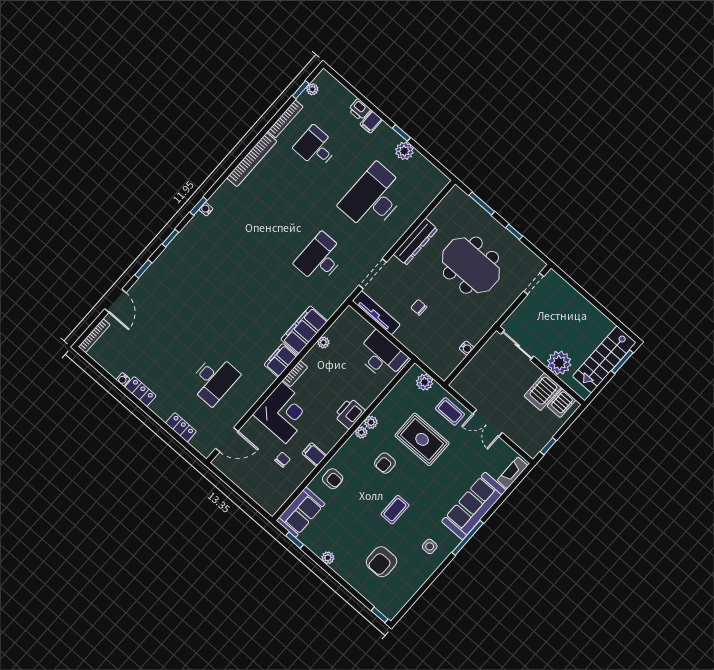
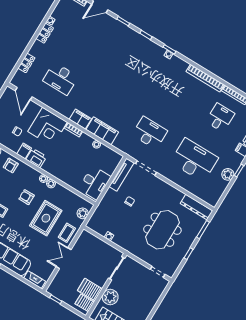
dresser: (416, 242) -> (196, 207), moved
printer: (350, 413) -> (36, 158), moved

